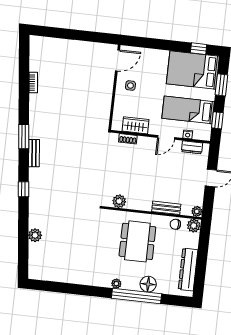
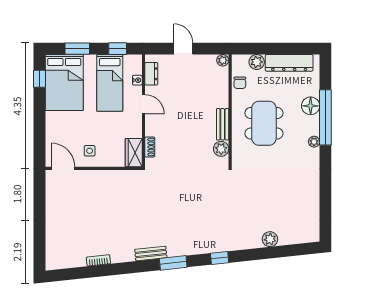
wardrobe: (136, 125) -> (134, 153), moved
window: (24, 137) -> (173, 263), moved
bench: (34, 153) -> (151, 254), moved
bench: (166, 208) -> (223, 124), moved
plant: (194, 226) -> (257, 62), moved
dining table: (137, 241) -> (264, 123), turned 90

